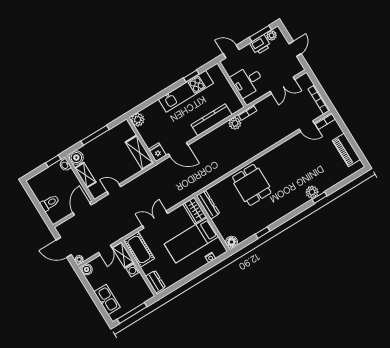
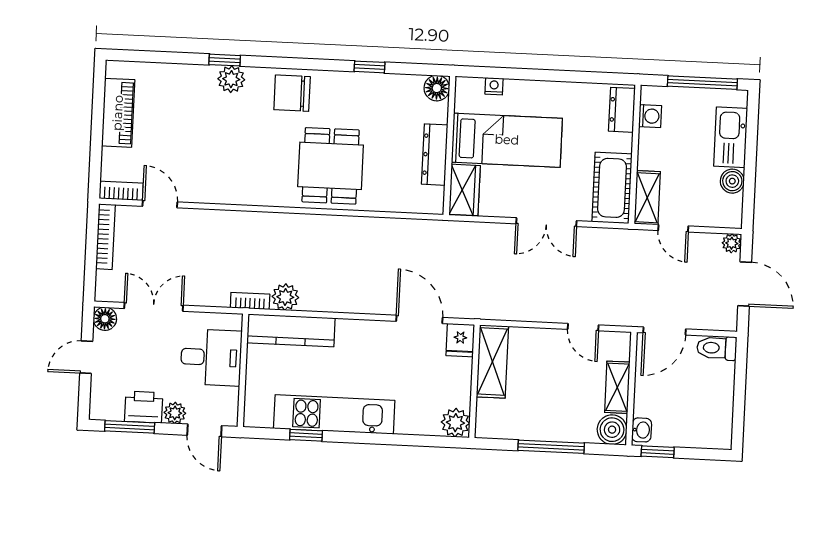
plant: (272, 35) -> (175, 413), moved
floor lamp: (298, 68) -> (105, 319), added
kitchen counter: (211, 120) -> (291, 330), moved
toilet: (50, 203) -> (717, 348), moved
chair: (285, 203) -> (292, 93), added
dresser: (208, 205) -> (435, 155), moved
door: (105, 250) -> (673, 228), swing flipped
boiler: (87, 269) -> (732, 181), moved
washing machine: (133, 270) -> (650, 116), moved

